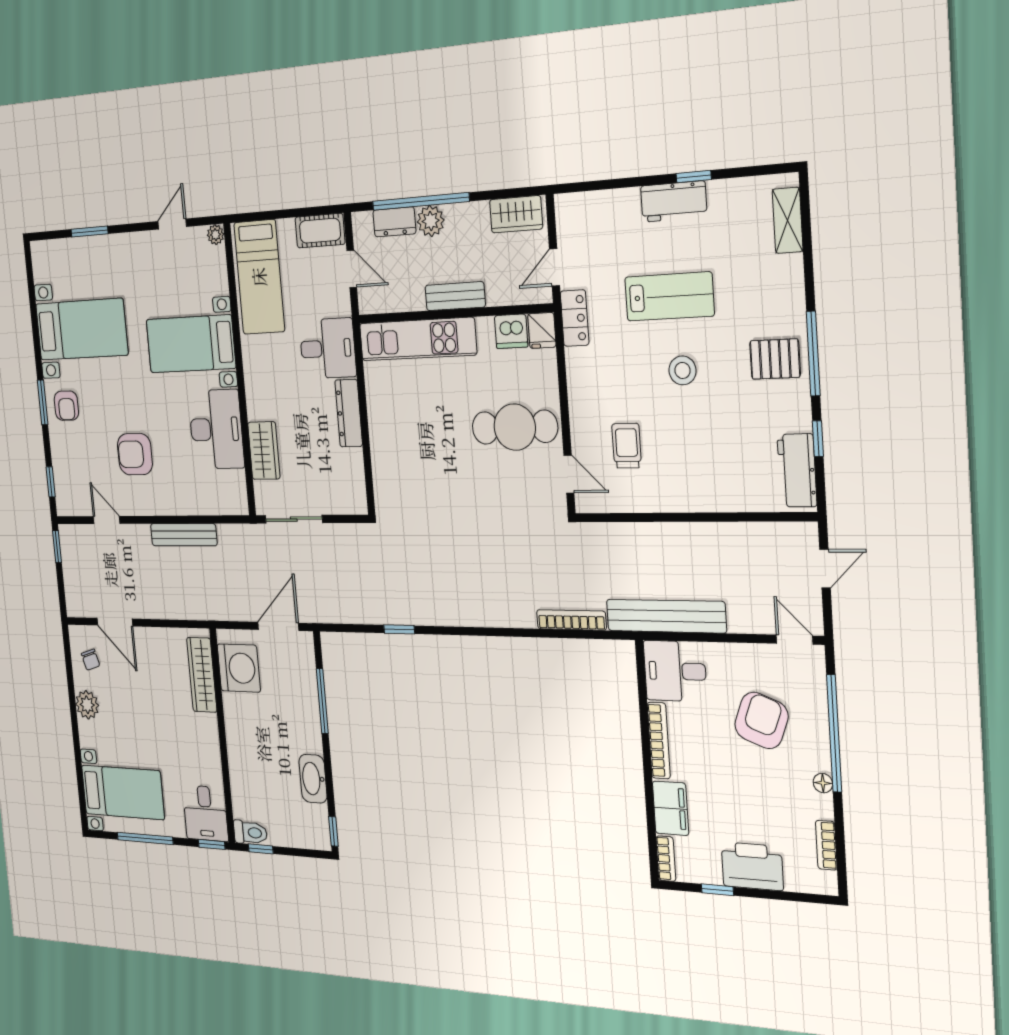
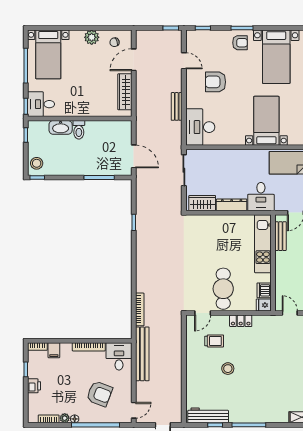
bench: (455, 296) -> (280, 236), moved
lab bench: (669, 296) -> (275, 365), removed
locker: (575, 318) -> (241, 321), moved
pallet: (775, 359) -> (247, 409), removed
stool: (682, 370) -> (228, 369), moved
armchair: (66, 406) -> (240, 43), turned 180
desk: (216, 429) -> (200, 127), moved, turned 90
wardrobe: (264, 451) -> (202, 203), moved, turned 180
armchair: (135, 454) -> (216, 82), turned -90
workbench: (797, 470) -> (208, 415), width x1.38
door: (107, 520) -> (184, 61), hinge flipped
bench: (184, 535) -> (177, 106), width x0.73
washing machine: (239, 668) -> (113, 132), removed
wardrobe: (202, 675) -> (125, 92), moved, turned -90
washbasin: (313, 779) -> (61, 127), moved, turned 180
plant: (822, 807) -> (65, 418), added
filing cabinet: (671, 808) -> (54, 350), width x0.50
stool: (308, 831) -> (37, 163), added
toilet: (250, 832) -> (79, 130), moved
printer: (752, 866) -> (34, 386), width x0.53, depth x0.68

